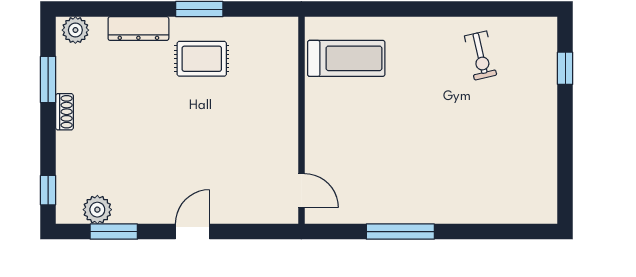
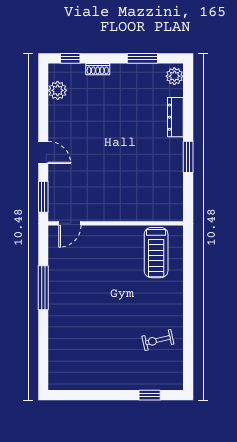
rug: (202, 59) -> (156, 158), removed
shoe rack: (64, 112) -> (98, 69), moved
window: (114, 232) -> (43, 197), moved

